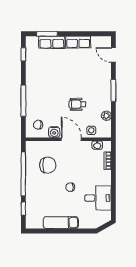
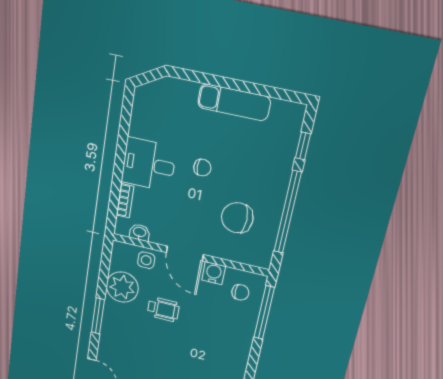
window: (23, 101) -> (264, 313), moved
plant: (106, 116) -> (122, 287), width x1.88, depth x1.88
desk: (98, 198) -> (149, 164), moved

